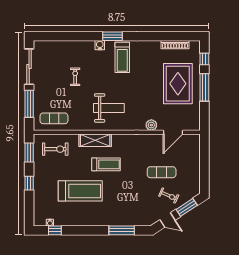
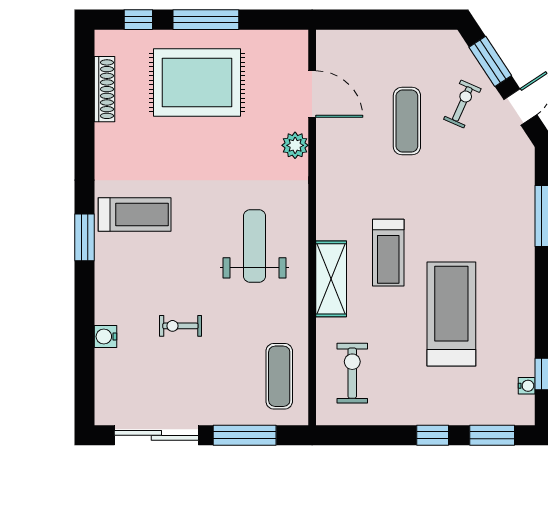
water cooler: (100, 45) -> (106, 337), moved
window: (29, 153) -> (492, 435), moved
treadmill: (106, 164) -> (388, 253), turned 180

